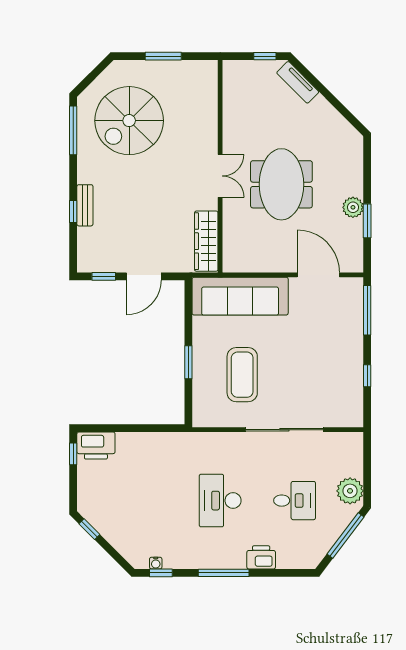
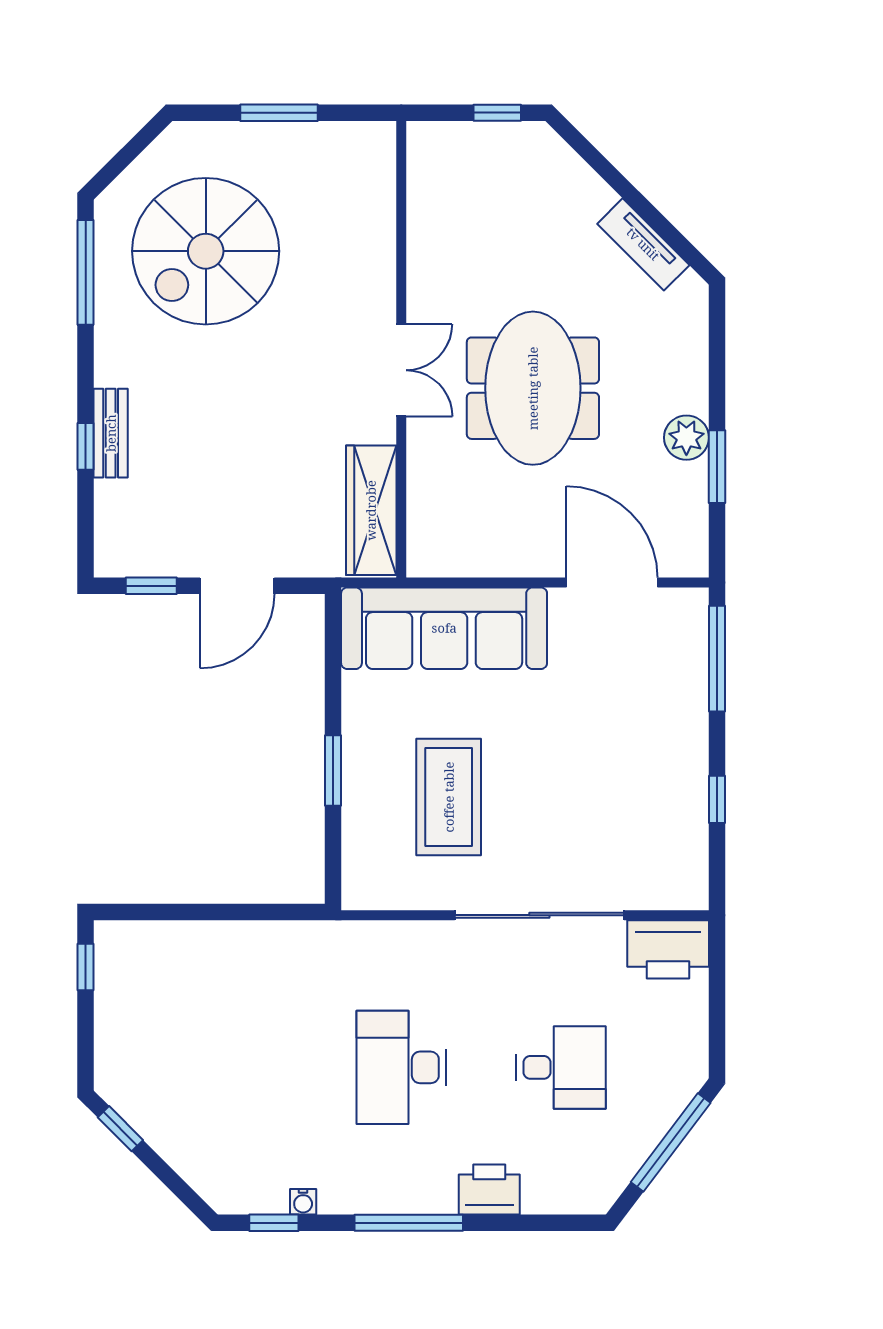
tv unit: (298, 82) -> (643, 244), moved
printer: (96, 446) -> (668, 949), moved
plant: (350, 491) -> (680, 1047), removed
water cooler: (156, 563) -> (303, 1202), moved

